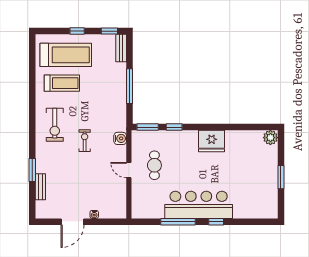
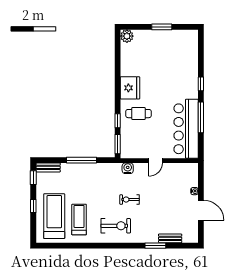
cafe table: (154, 165) -> (139, 114), moved
bar counter: (199, 205) -> (186, 129), moved

